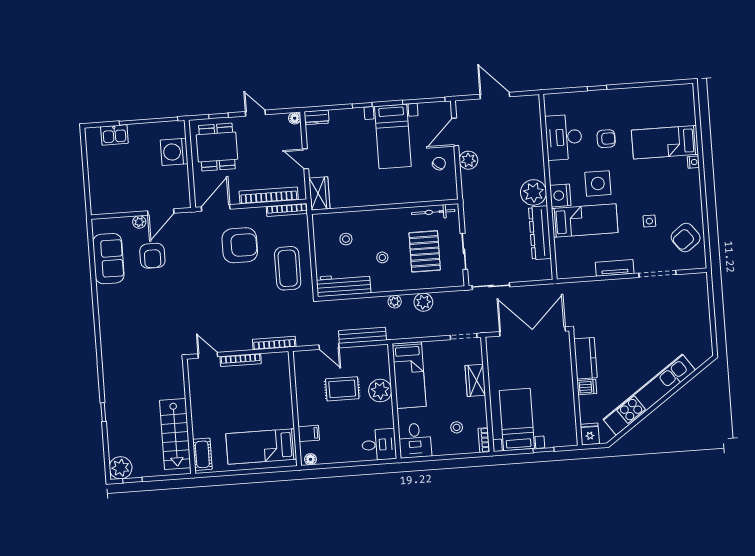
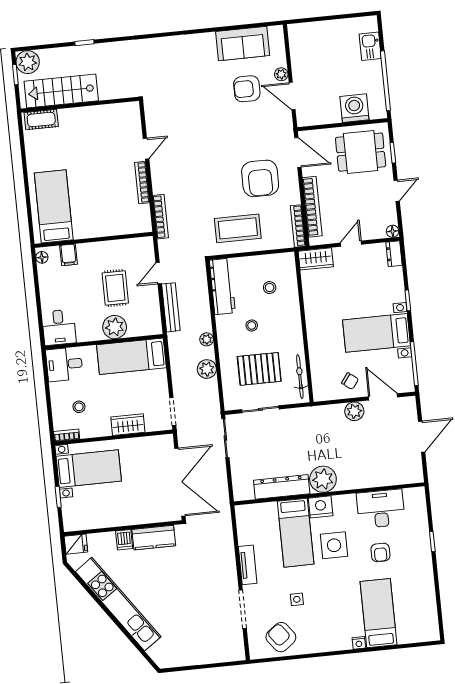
wall: (189, 416) -> (80, 105), moved
stairs: (175, 434) -> (61, 91), moved
cot: (202, 454) -> (41, 120), moved

